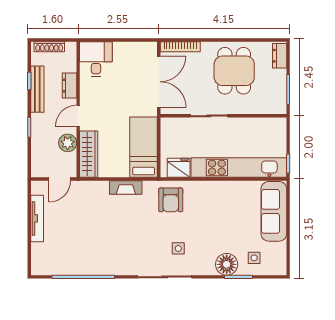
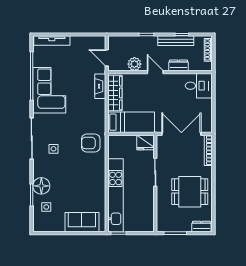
double door: (159, 82) -> (181, 134), swing flipped
wardrobe: (89, 154) -> (115, 93), moved, turned -90
fridge: (179, 168) -> (145, 142), moved, turned 90
fireplace: (126, 187) -> (100, 86), moved
sofa: (274, 211) -> (82, 222), width x0.73
tv unit: (37, 218) -> (52, 41), moved
corner sofa: (102, 254) -> (49, 90), added

